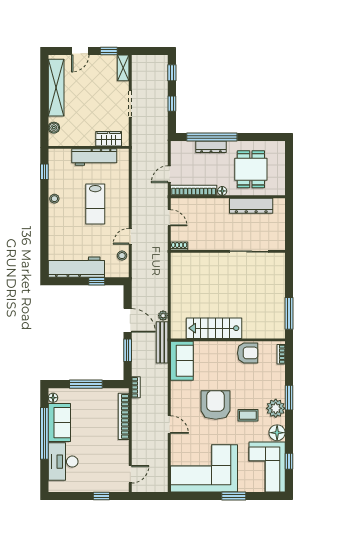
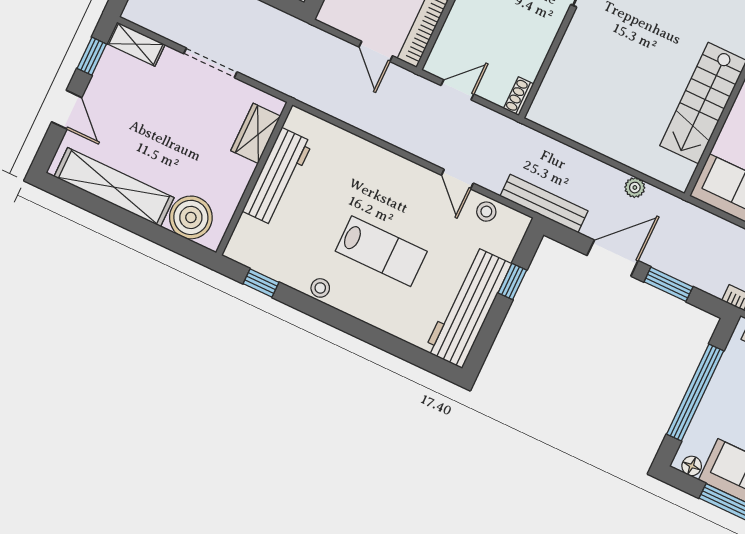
boiler: (54, 128) -> (191, 217), width x1.86, depth x1.86
lab bench: (95, 204) -> (381, 251), moved
bench: (162, 342) -> (544, 203), moved
window: (86, 384) -> (695, 393), width x1.46

